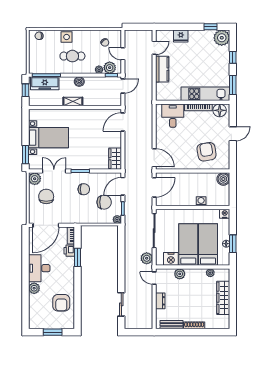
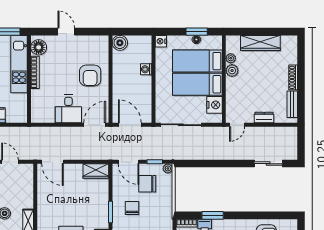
desk: (173, 116) -> (68, 109), moved, turned -90
armchair: (207, 152) -> (90, 75), moved, turned -81
chair: (104, 202) -> (147, 184), turned -90
plant: (147, 258) -> (214, 134), removed
plant: (180, 274) -> (232, 71), moved

